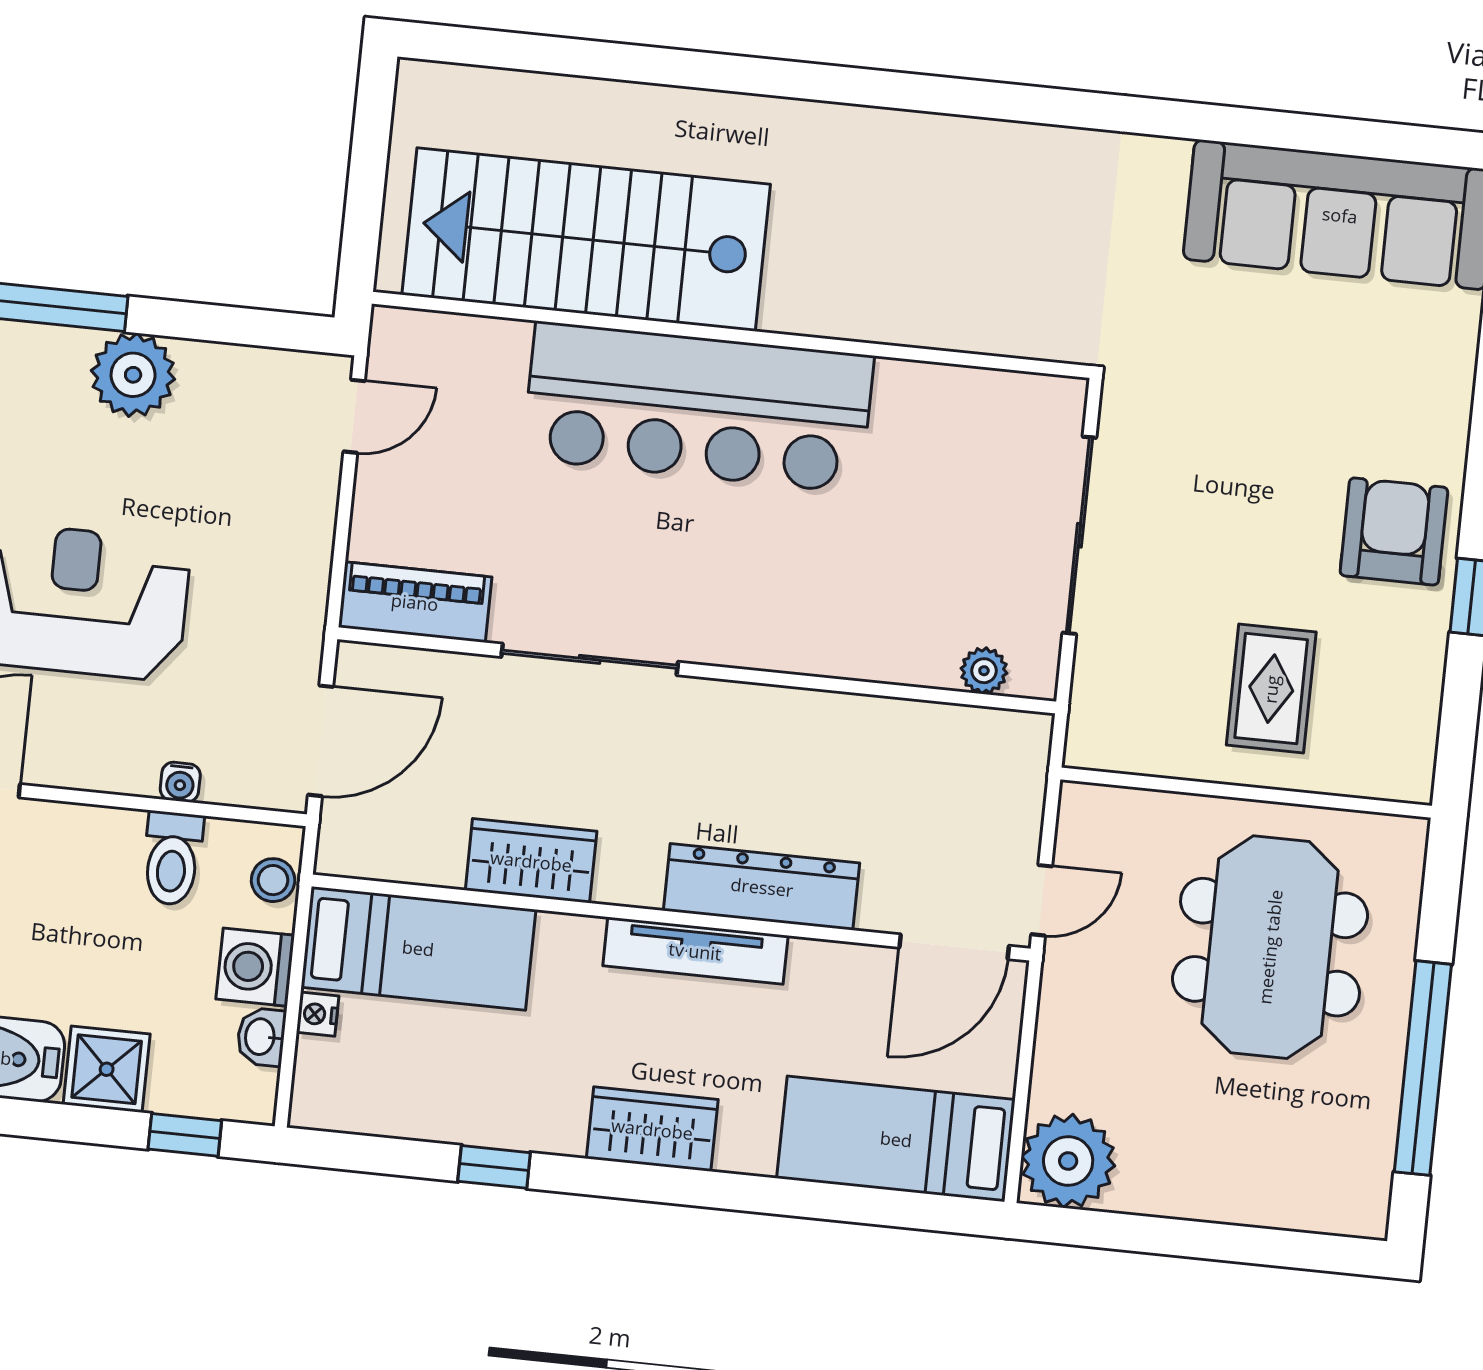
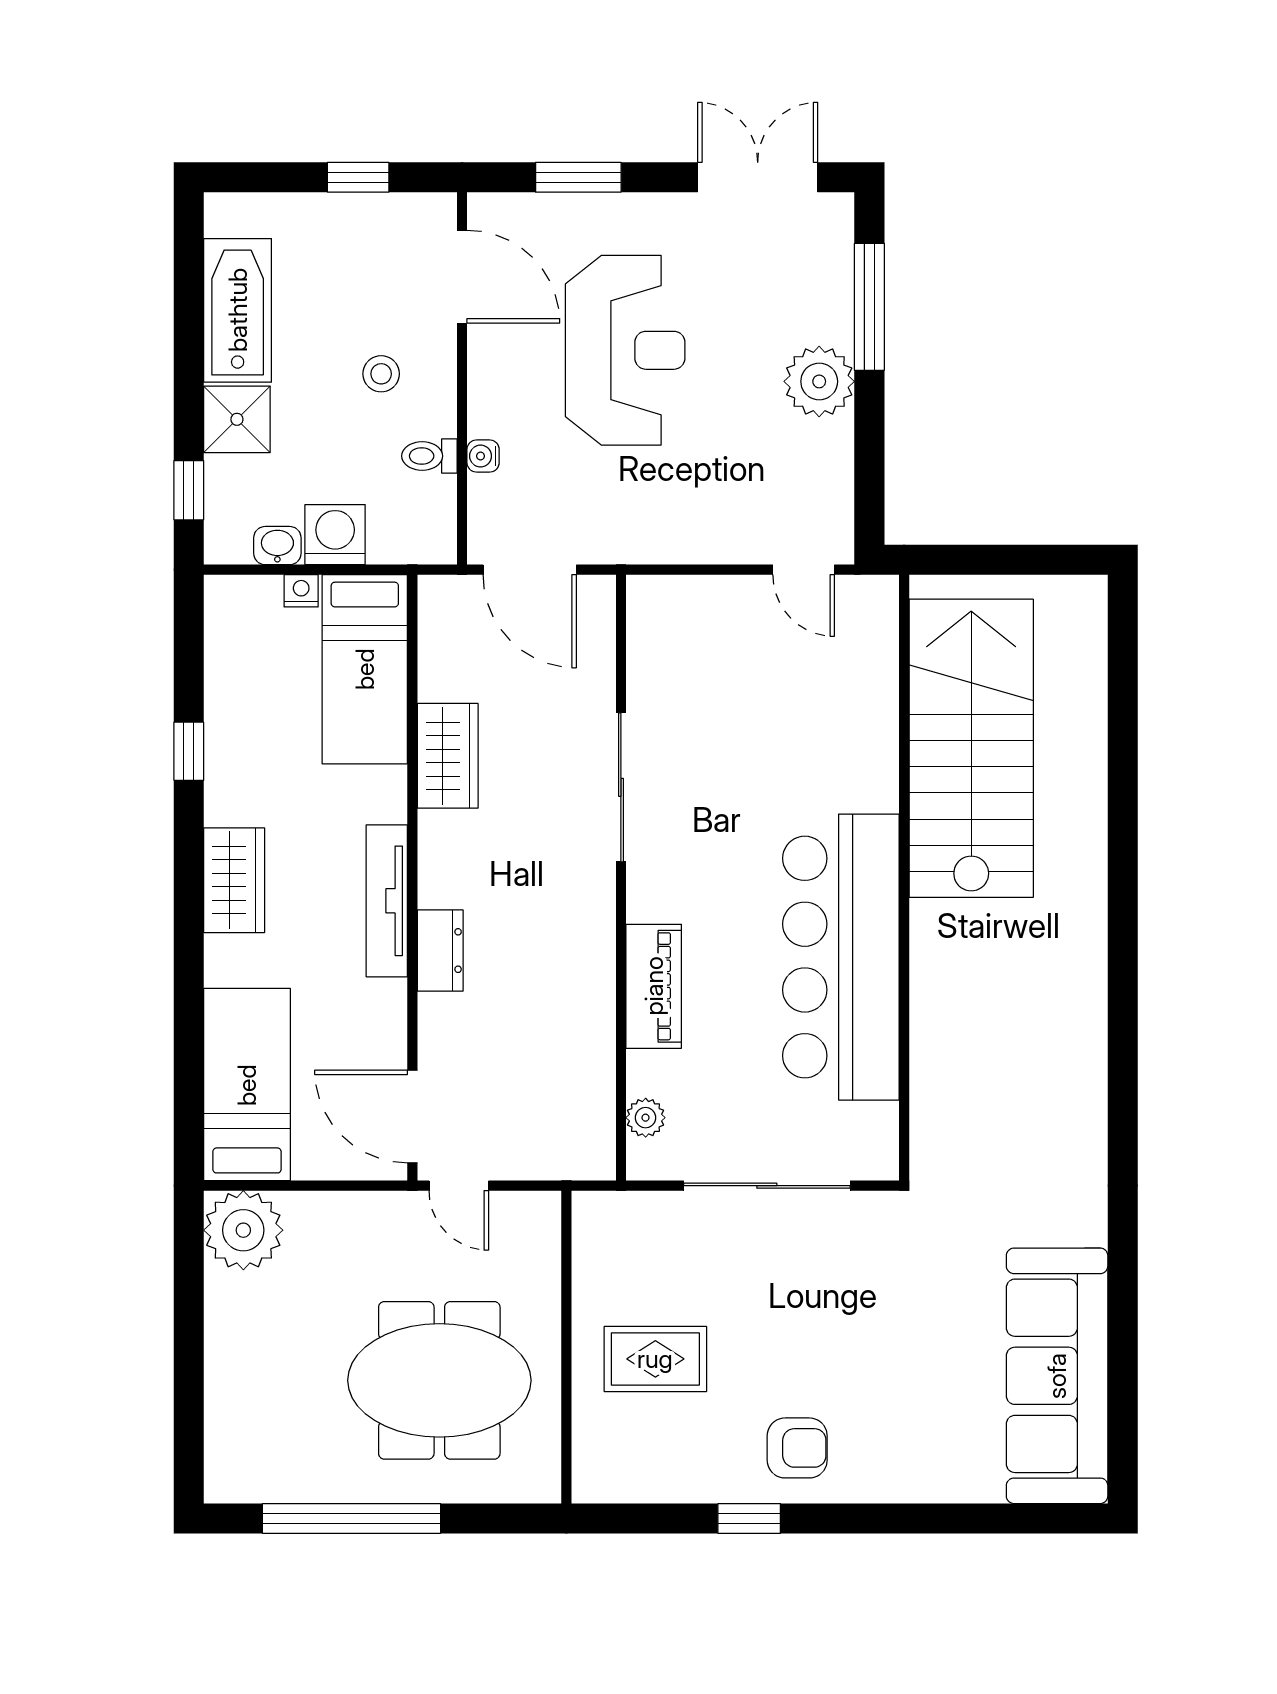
bar counter: (698, 407) -> (841, 957), moved
armchair: (1394, 531) -> (797, 1448), width x0.72, depth x0.72
piano: (415, 602) -> (654, 986), moved
toilet: (172, 858) -> (429, 456), width x0.73, depth x0.72
stool: (273, 880) -> (381, 374), moved
dresser: (762, 887) -> (440, 951), width x0.51, depth x0.80

